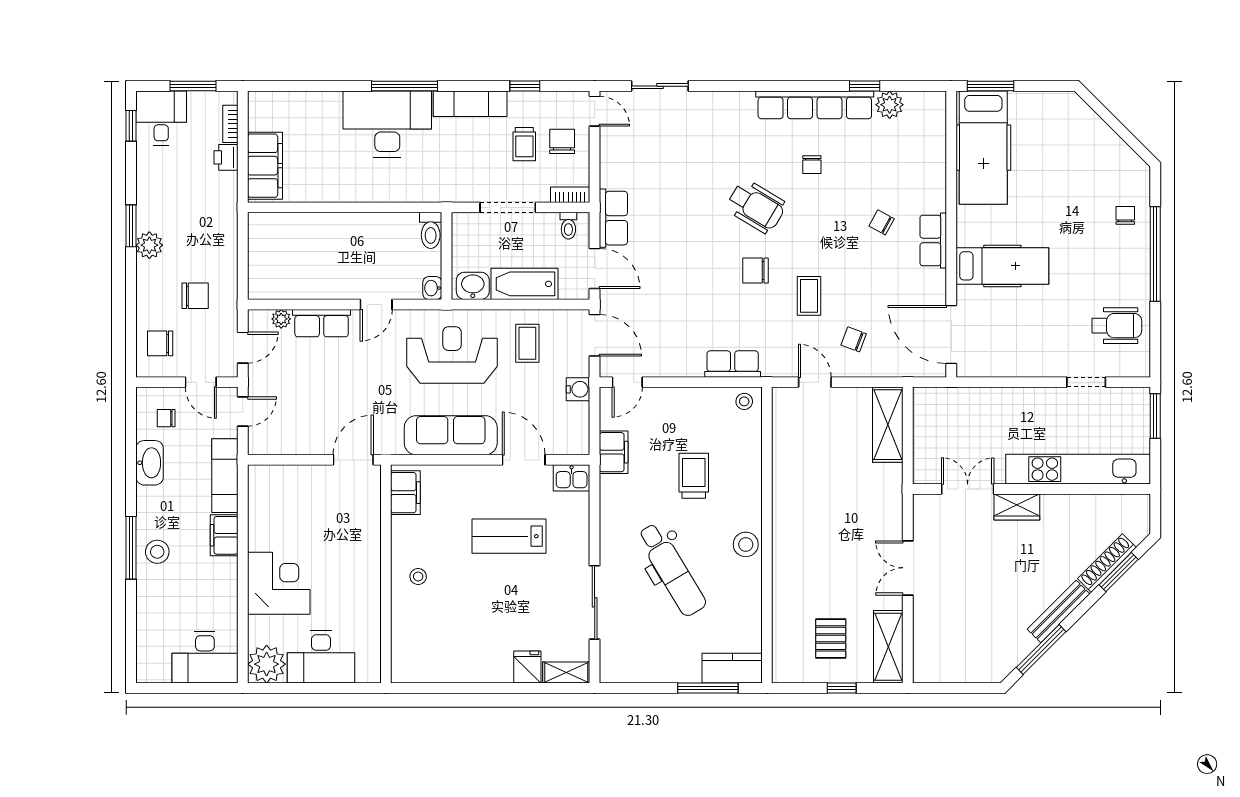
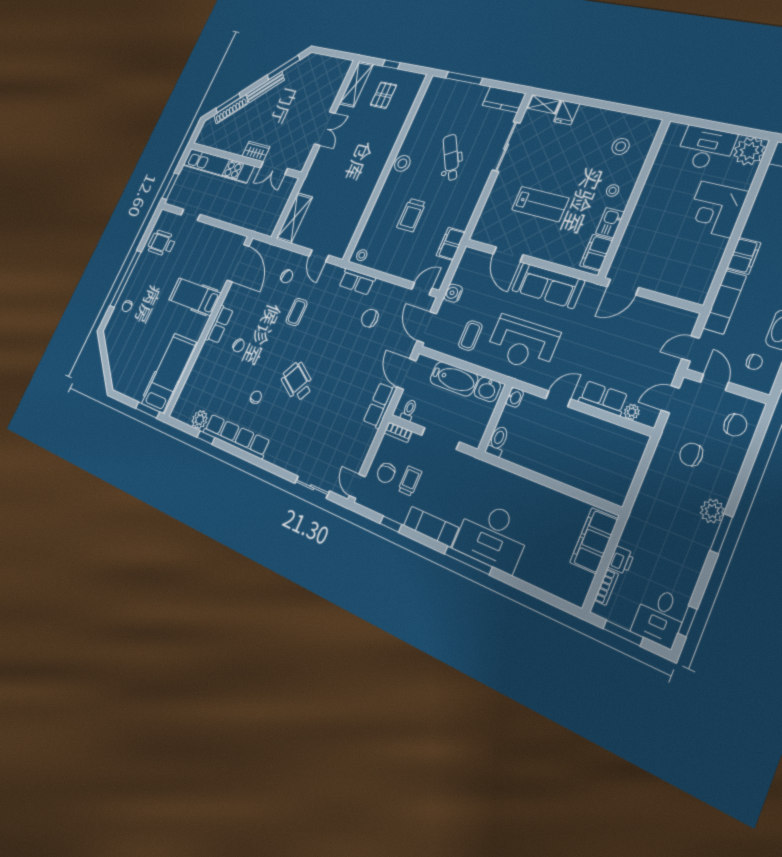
chair: (756, 271) -> (370, 318), moved, turned 180
kitchen sink: (572, 478) -> (610, 223), moved, turned -90
dental chair: (672, 570) -> (451, 157), width x0.73, depth x0.72
stool: (432, 636) -> (621, 146), added
kitchen counter: (732, 668) -> (504, 99), moved

